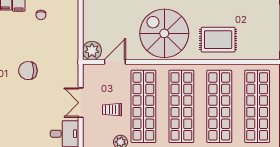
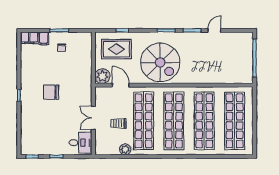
spiral stairs: (164, 33) -> (160, 62), turned 180
rug: (218, 40) -> (116, 49), moved
door: (115, 62) -> (121, 85), hinge flipped

